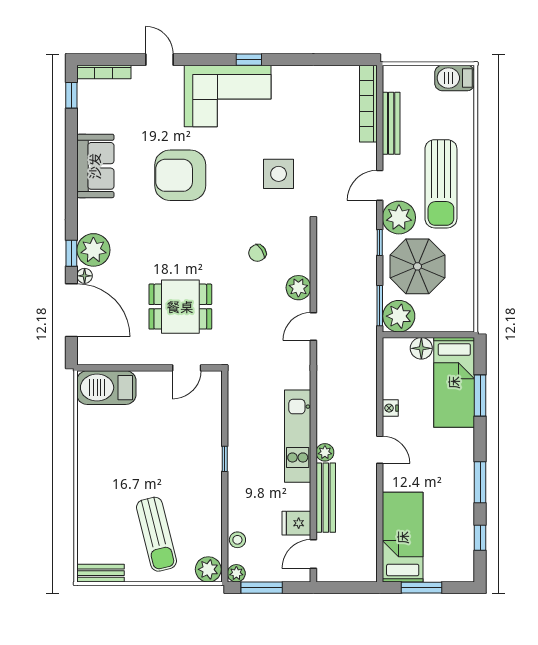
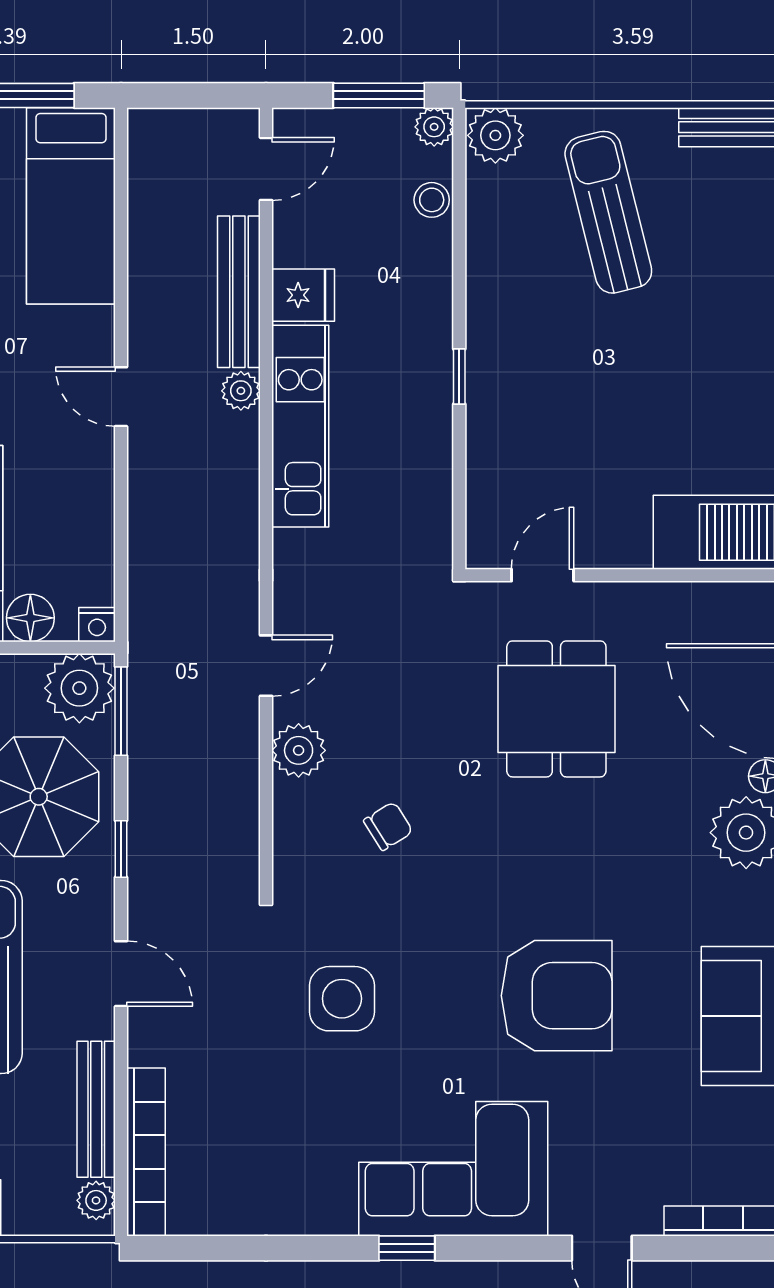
door: (380, 185) -> (121, 974), hinge flipped
plant: (399, 218) -> (96, 1200), moved, width x0.53, depth x0.53
dining table: (180, 307) -> (556, 709), turned 90
nightstand: (390, 408) -> (97, 625), moved, turned 90
fridge: (296, 523) -> (303, 295), moved

